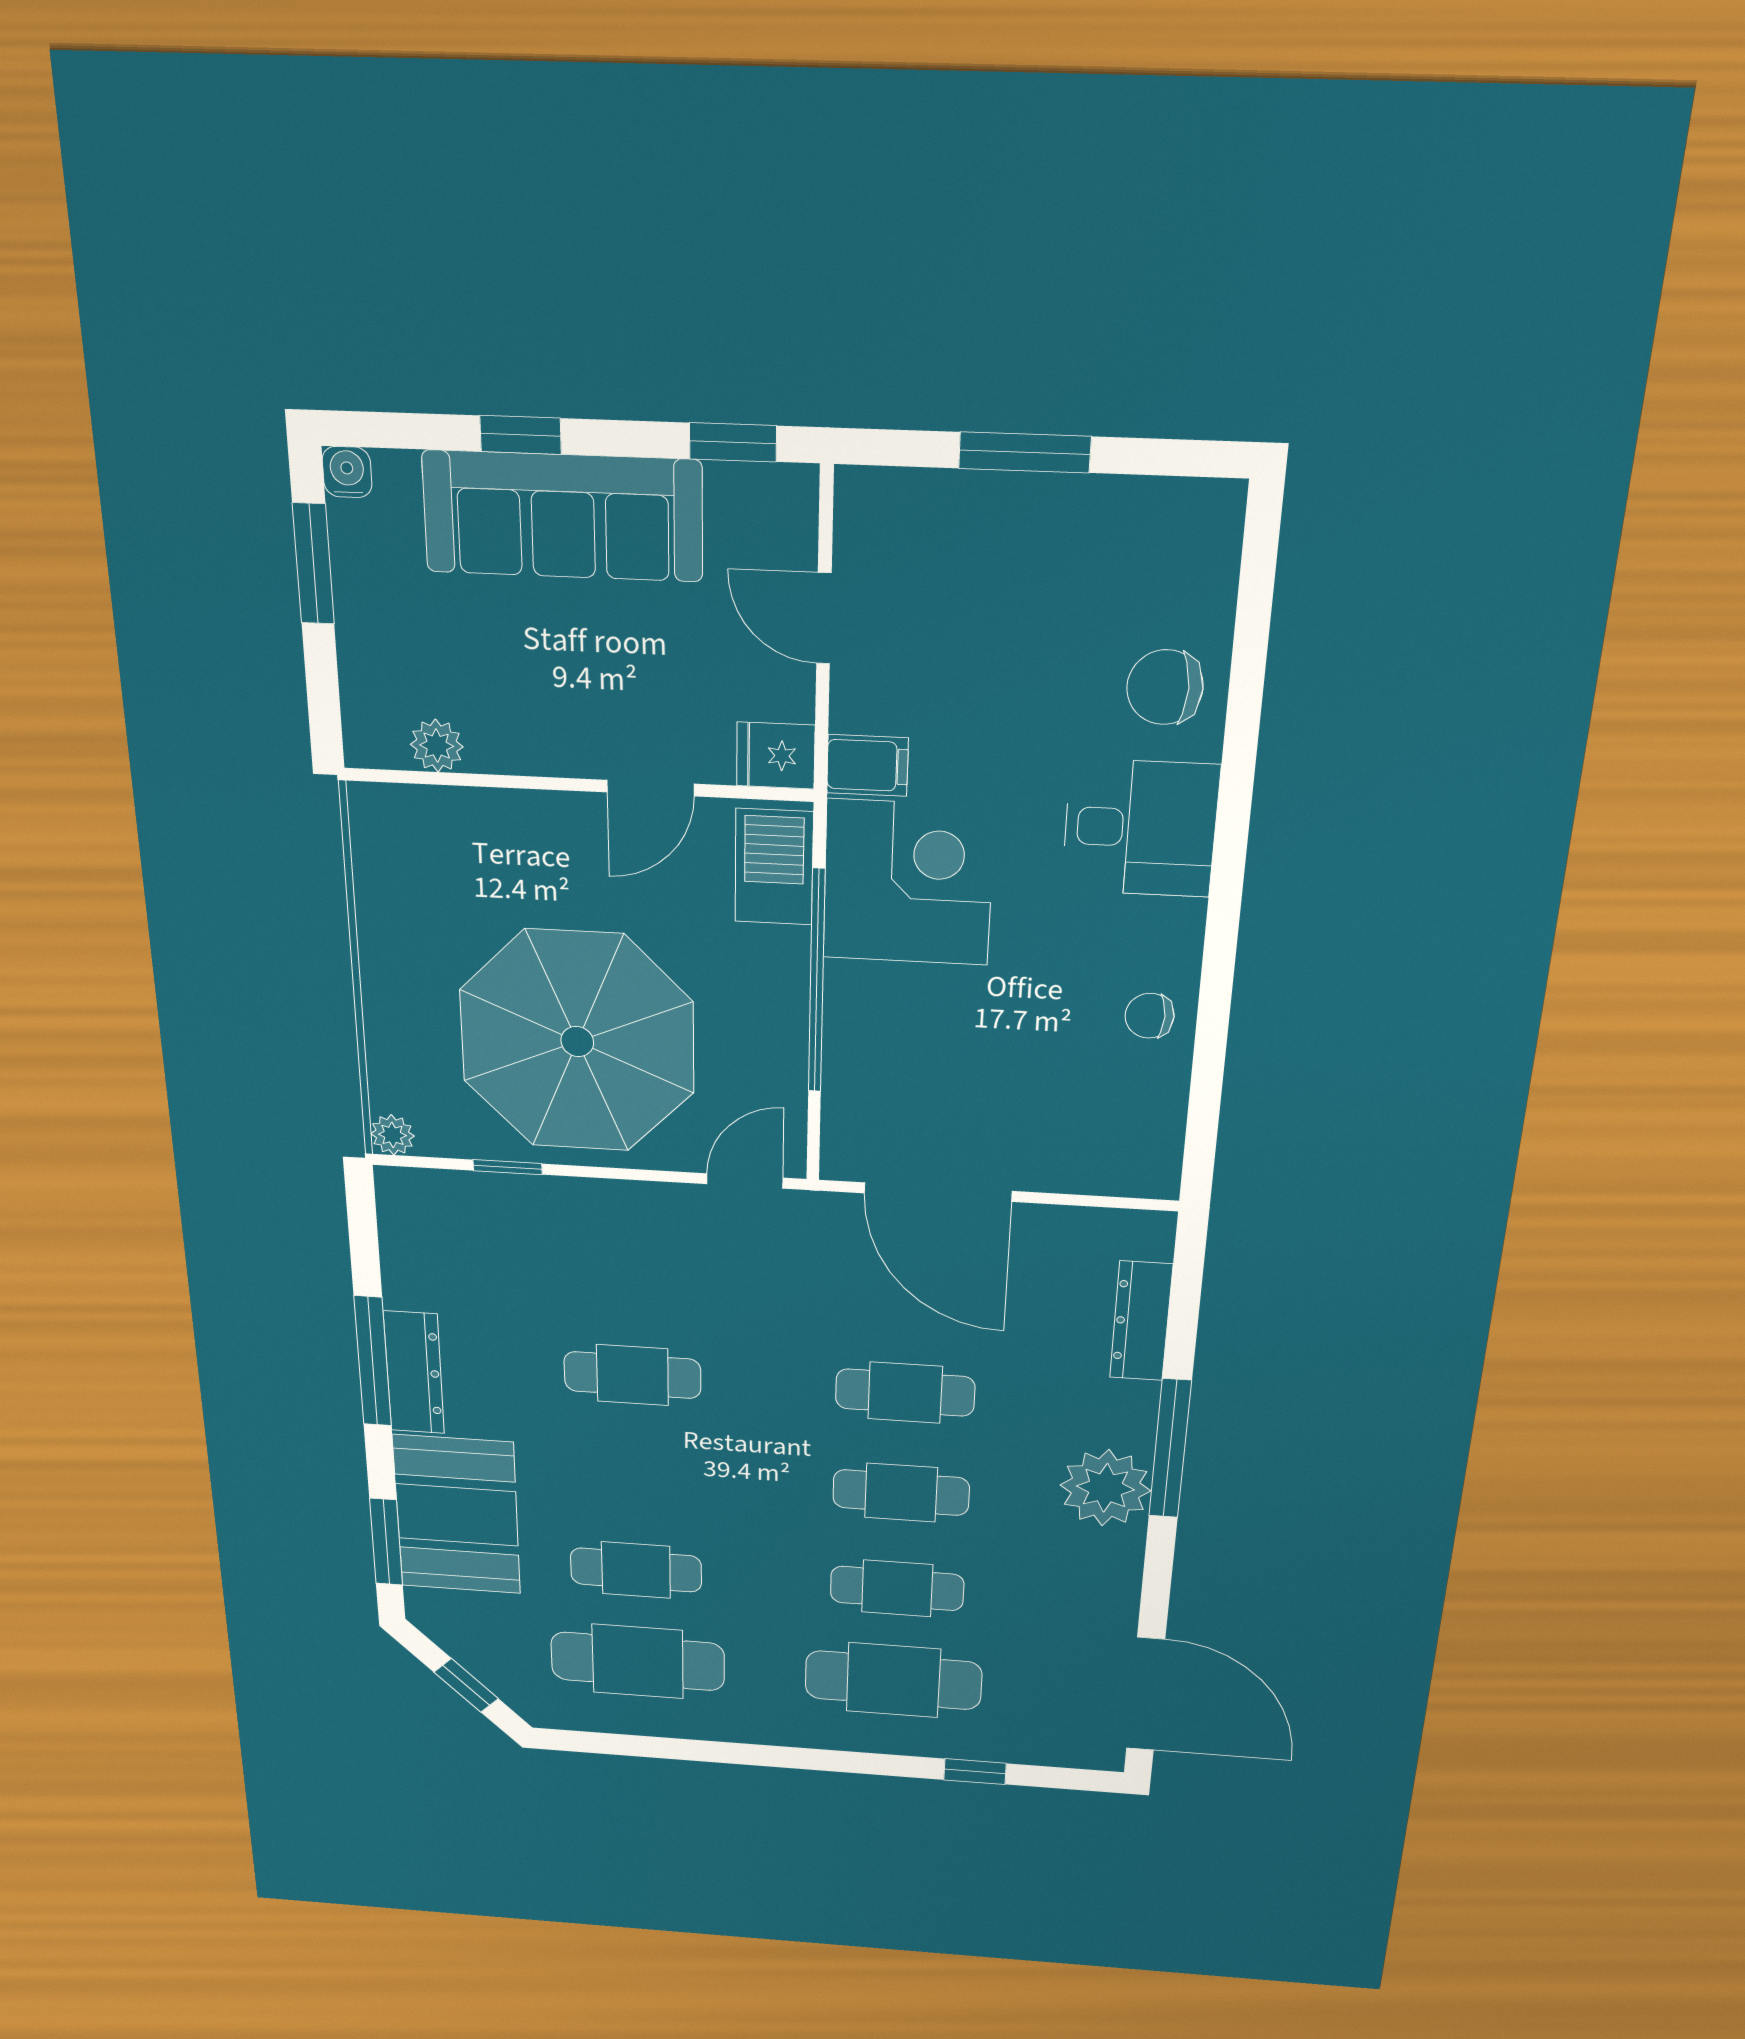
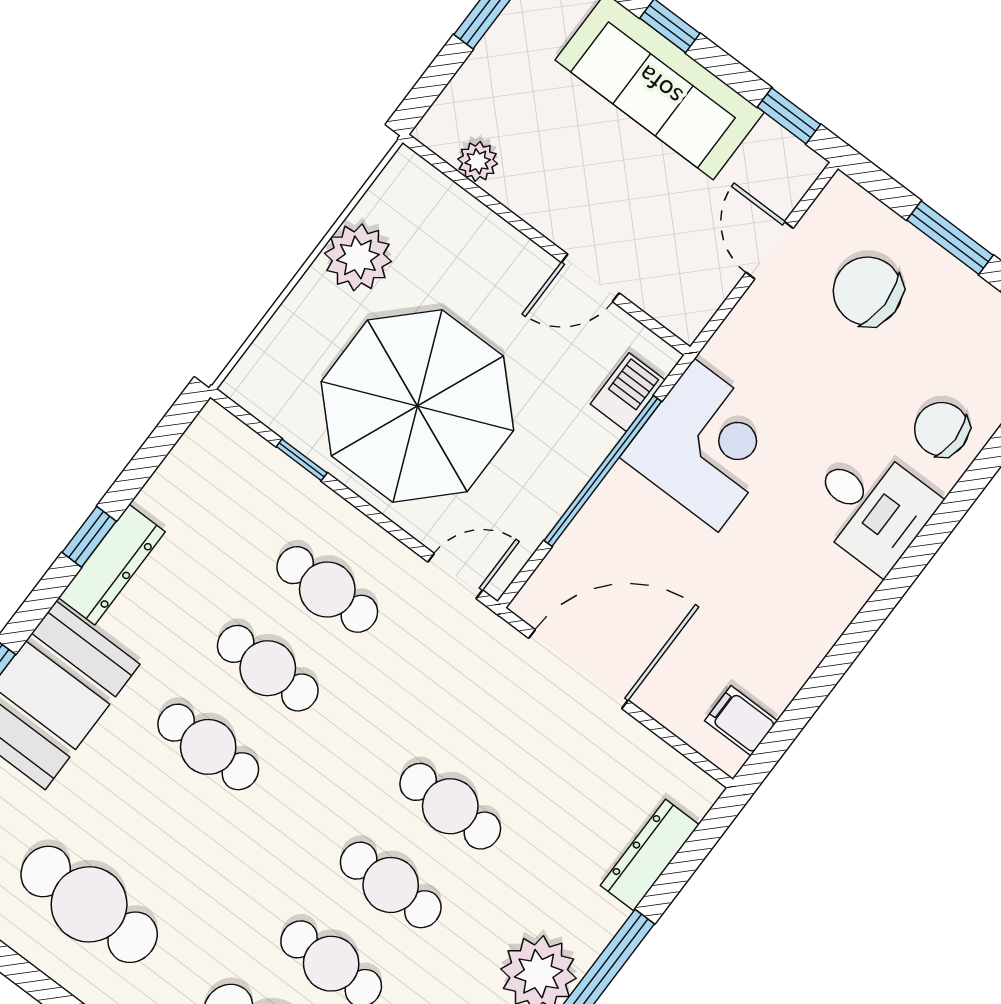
fridge: (776, 756) -> (682, 311), removed
filing cabinet: (867, 765) -> (741, 721), moved, turned 180
barbecue: (774, 867) -> (628, 392), width x0.73, depth x0.79
chair: (1150, 1016) -> (868, 291), moved, width x1.87, depth x1.87
plant: (392, 1135) -> (358, 257), moved, width x1.87, depth x1.87
door: (938, 1192) -> (578, 669), swing flipped
cafe table: (630, 1271) -> (327, 589), added
window: (373, 1361) -> (89, 537), width x0.46
cafe table: (636, 1570) -> (208, 747), moved

